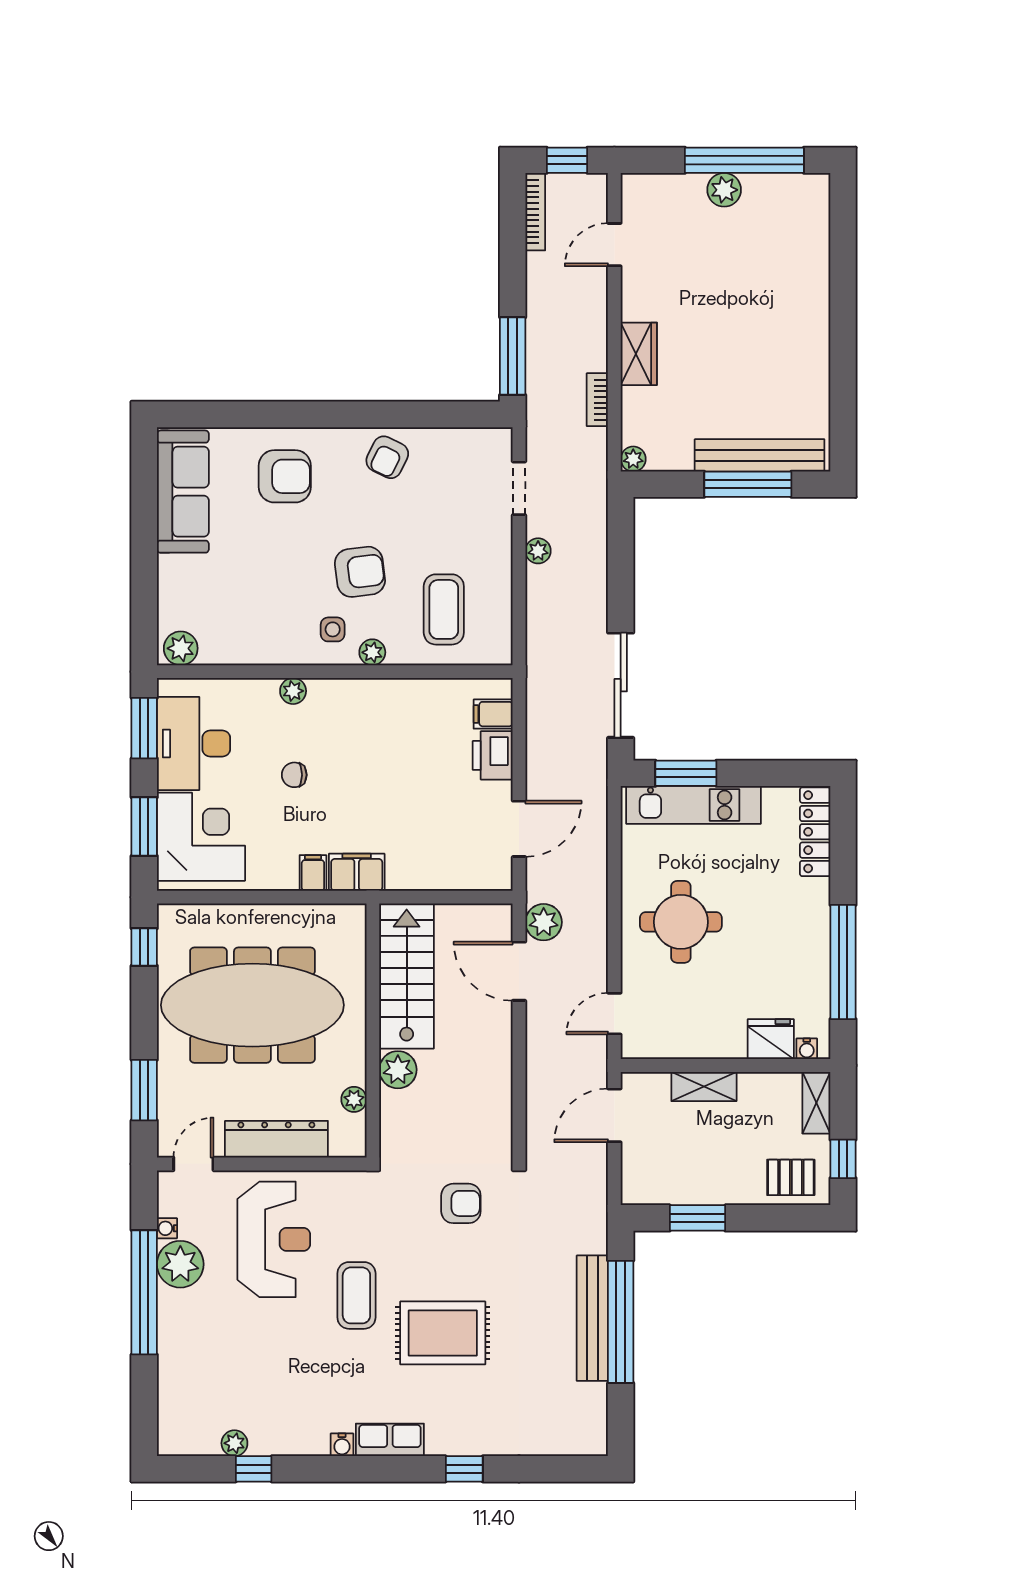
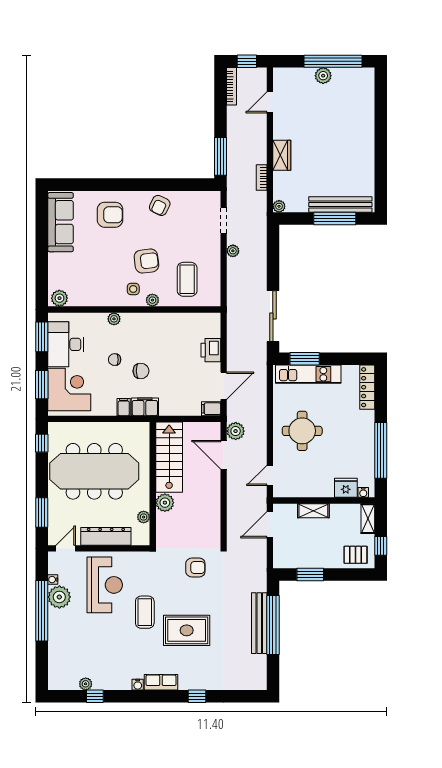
filing cabinet: (493, 714) -> (211, 409), moved
chair: (349, 798) -> (141, 371), added

